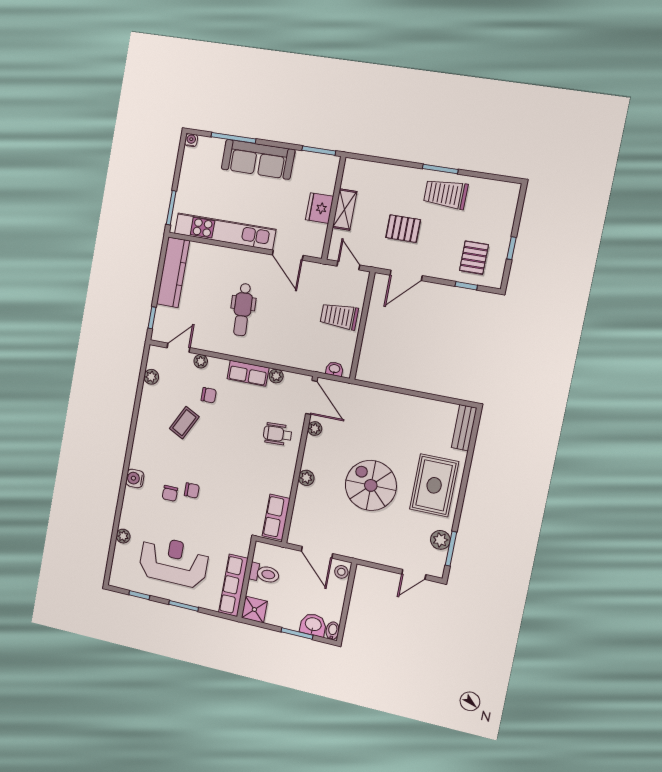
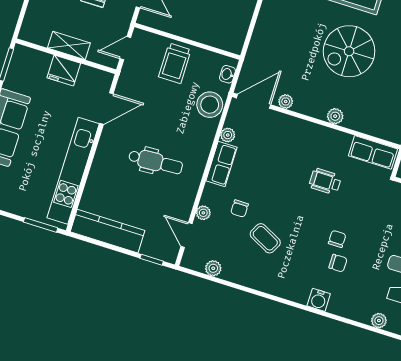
stool: (303, 355) -> (210, 105), added
chair: (209, 395) -> (240, 209), turned 180
wheelchair: (277, 434) -> (325, 181), moved, turned 93

